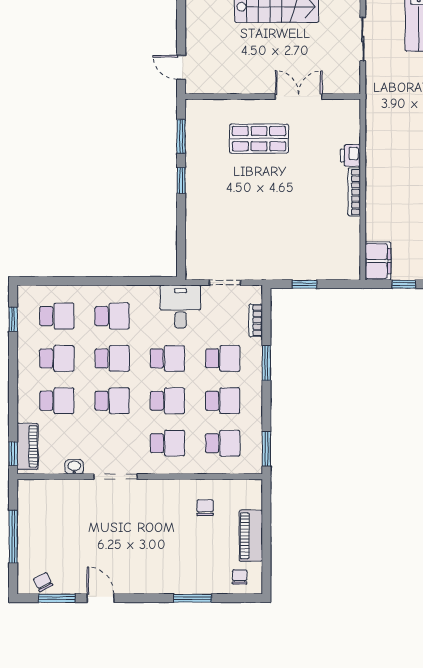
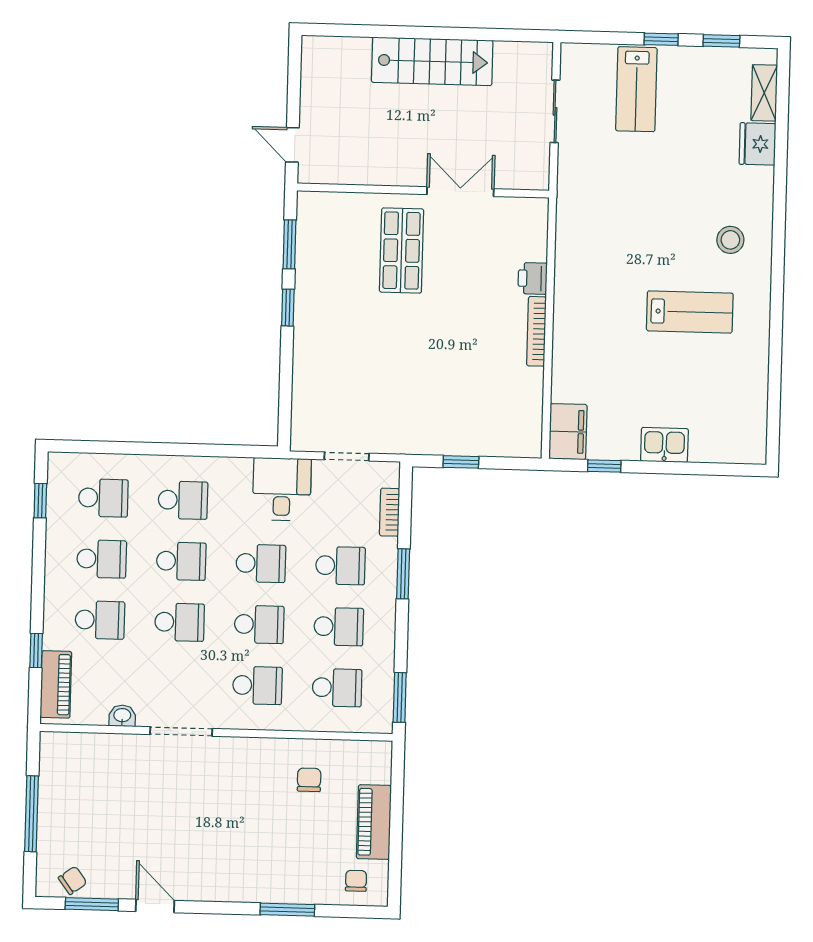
shop shelf: (259, 139) -> (402, 251), turned 90
window: (13, 454) -> (36, 650), moved
chair: (43, 582) -> (73, 880), turned 81

